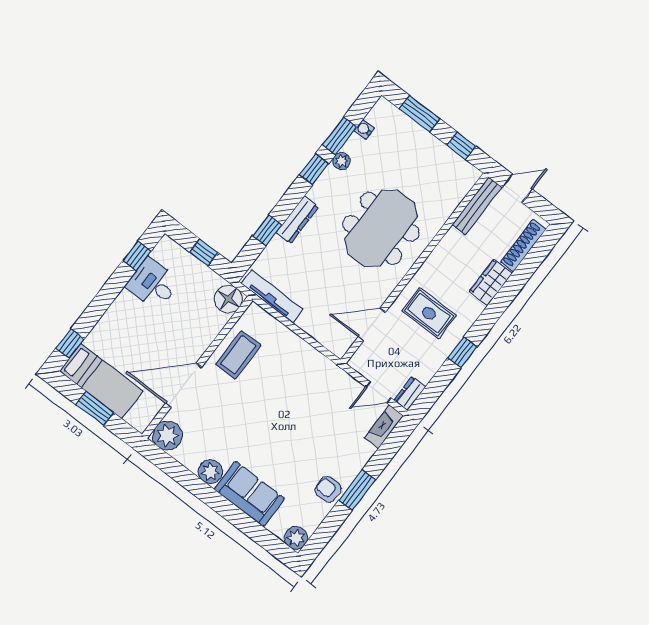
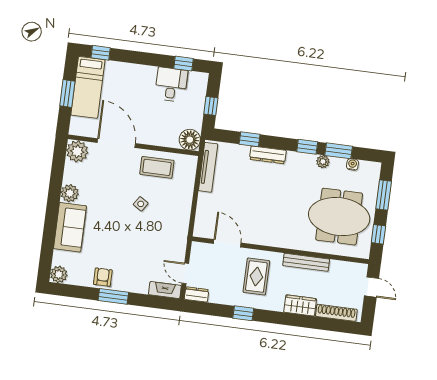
bench: (477, 206) -> (306, 262), moved
meeting table: (381, 228) -> (339, 217), moved
side table: (269, 398) -> (141, 204), added

